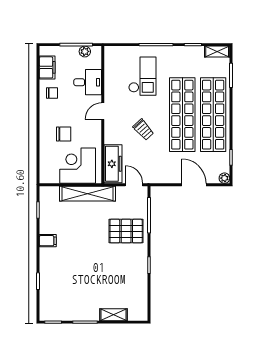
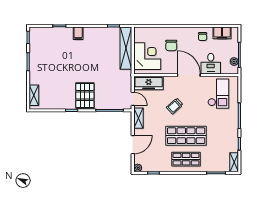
checkout: (142, 76) -> (218, 94), moved, turned -90
door: (103, 111) -> (189, 75), width x1.88
shop shelf: (182, 115) -> (186, 136), width x0.71
shop shelf: (213, 115) -> (186, 159), width x0.50, depth x0.74
shelving: (159, 177) -> (138, 118), added
door: (134, 185) -> (133, 99), hinge flipped
shelving: (87, 194) -> (126, 48), moved
pallet: (126, 231) -> (85, 95), moved
filing cabinet: (48, 241) -> (78, 33), moved
shelving: (114, 315) -> (34, 95), moved

